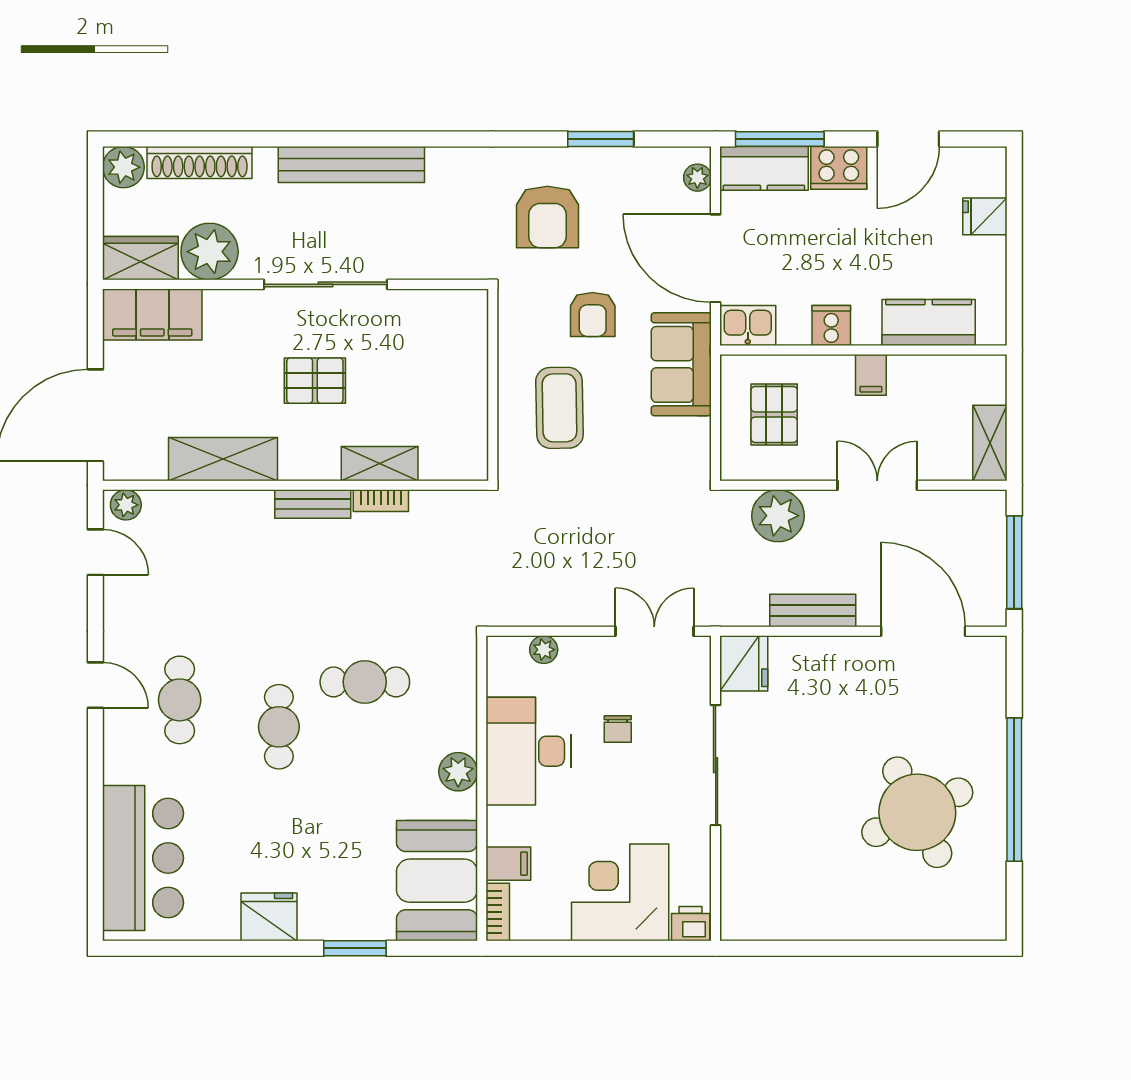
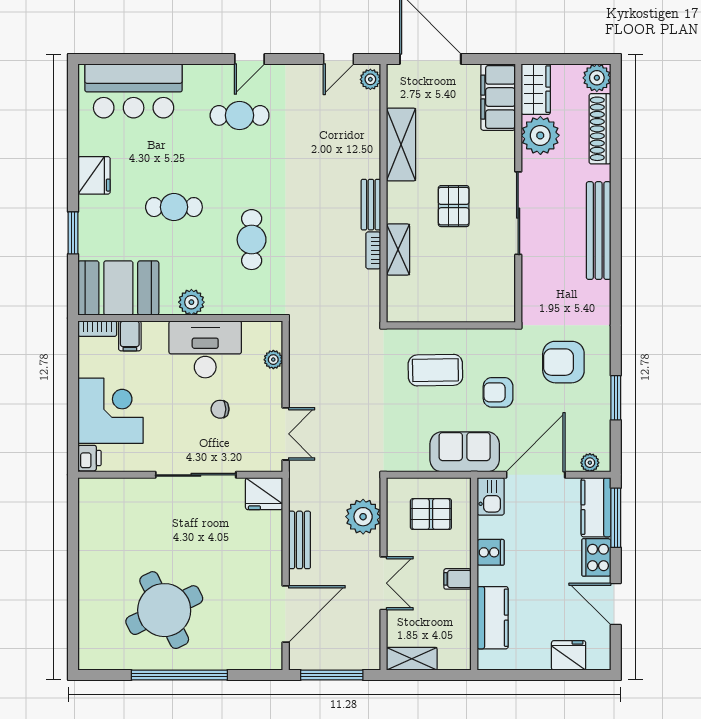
fridge: (985, 216) -> (569, 655), width x1.38
cafe table: (279, 727) -> (174, 207), moved

